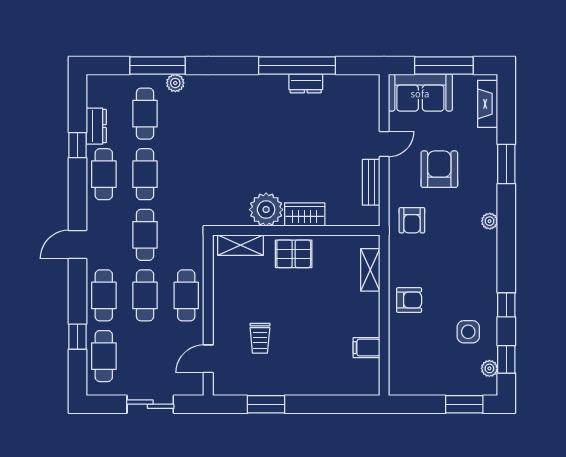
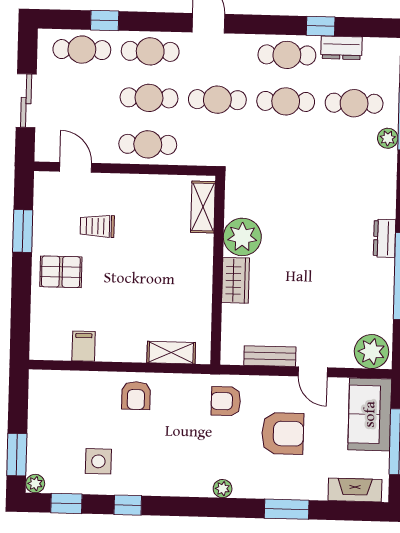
dresser: (306, 83) -> (385, 238), moved
plant: (365, 92) -> (372, 352), added
pallet: (294, 254) -> (61, 272), moved, turned 90
plant: (489, 368) -> (35, 484), moved

